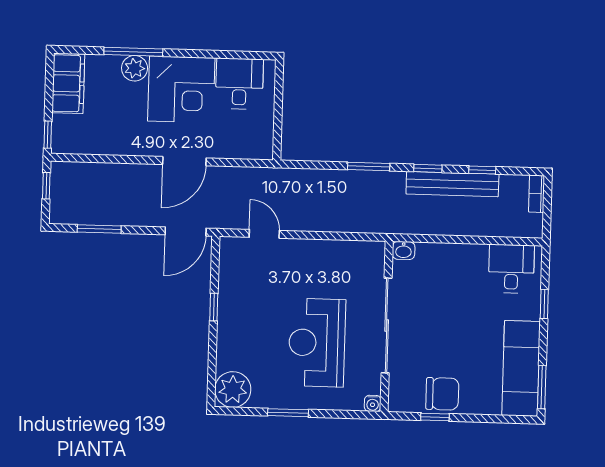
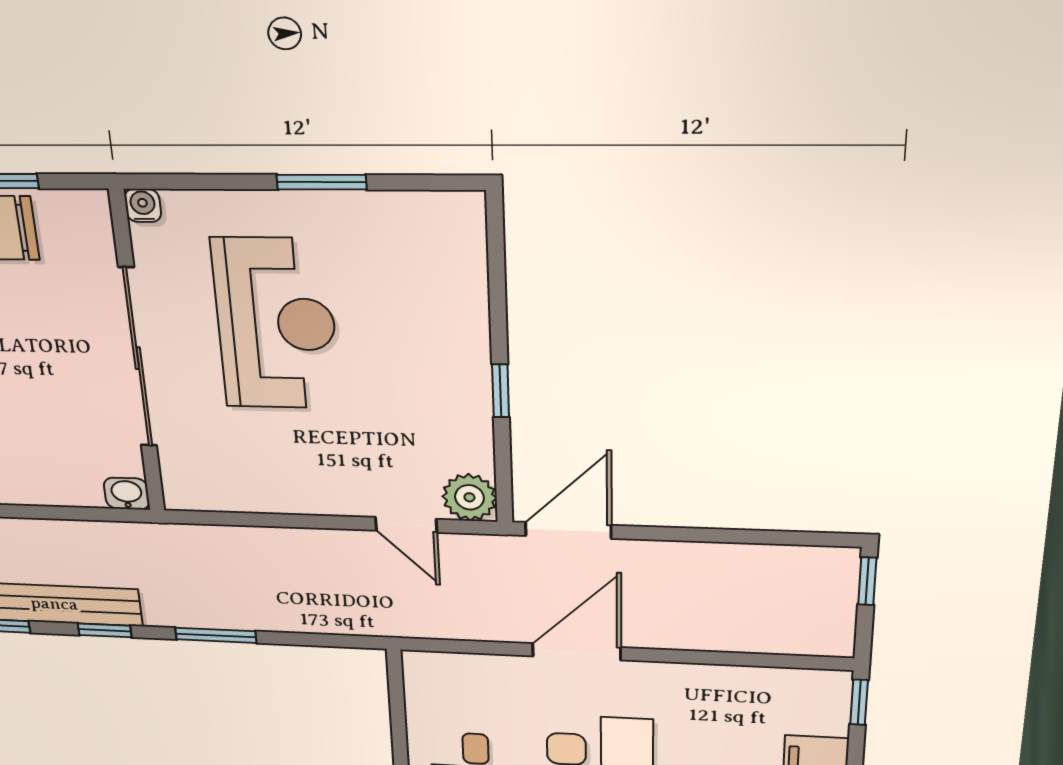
window: (46, 186) -> (867, 581), moved
window: (99, 229) -> (752, 537), removed
plant: (233, 390) -> (469, 497), moved, width x0.73, depth x0.73

